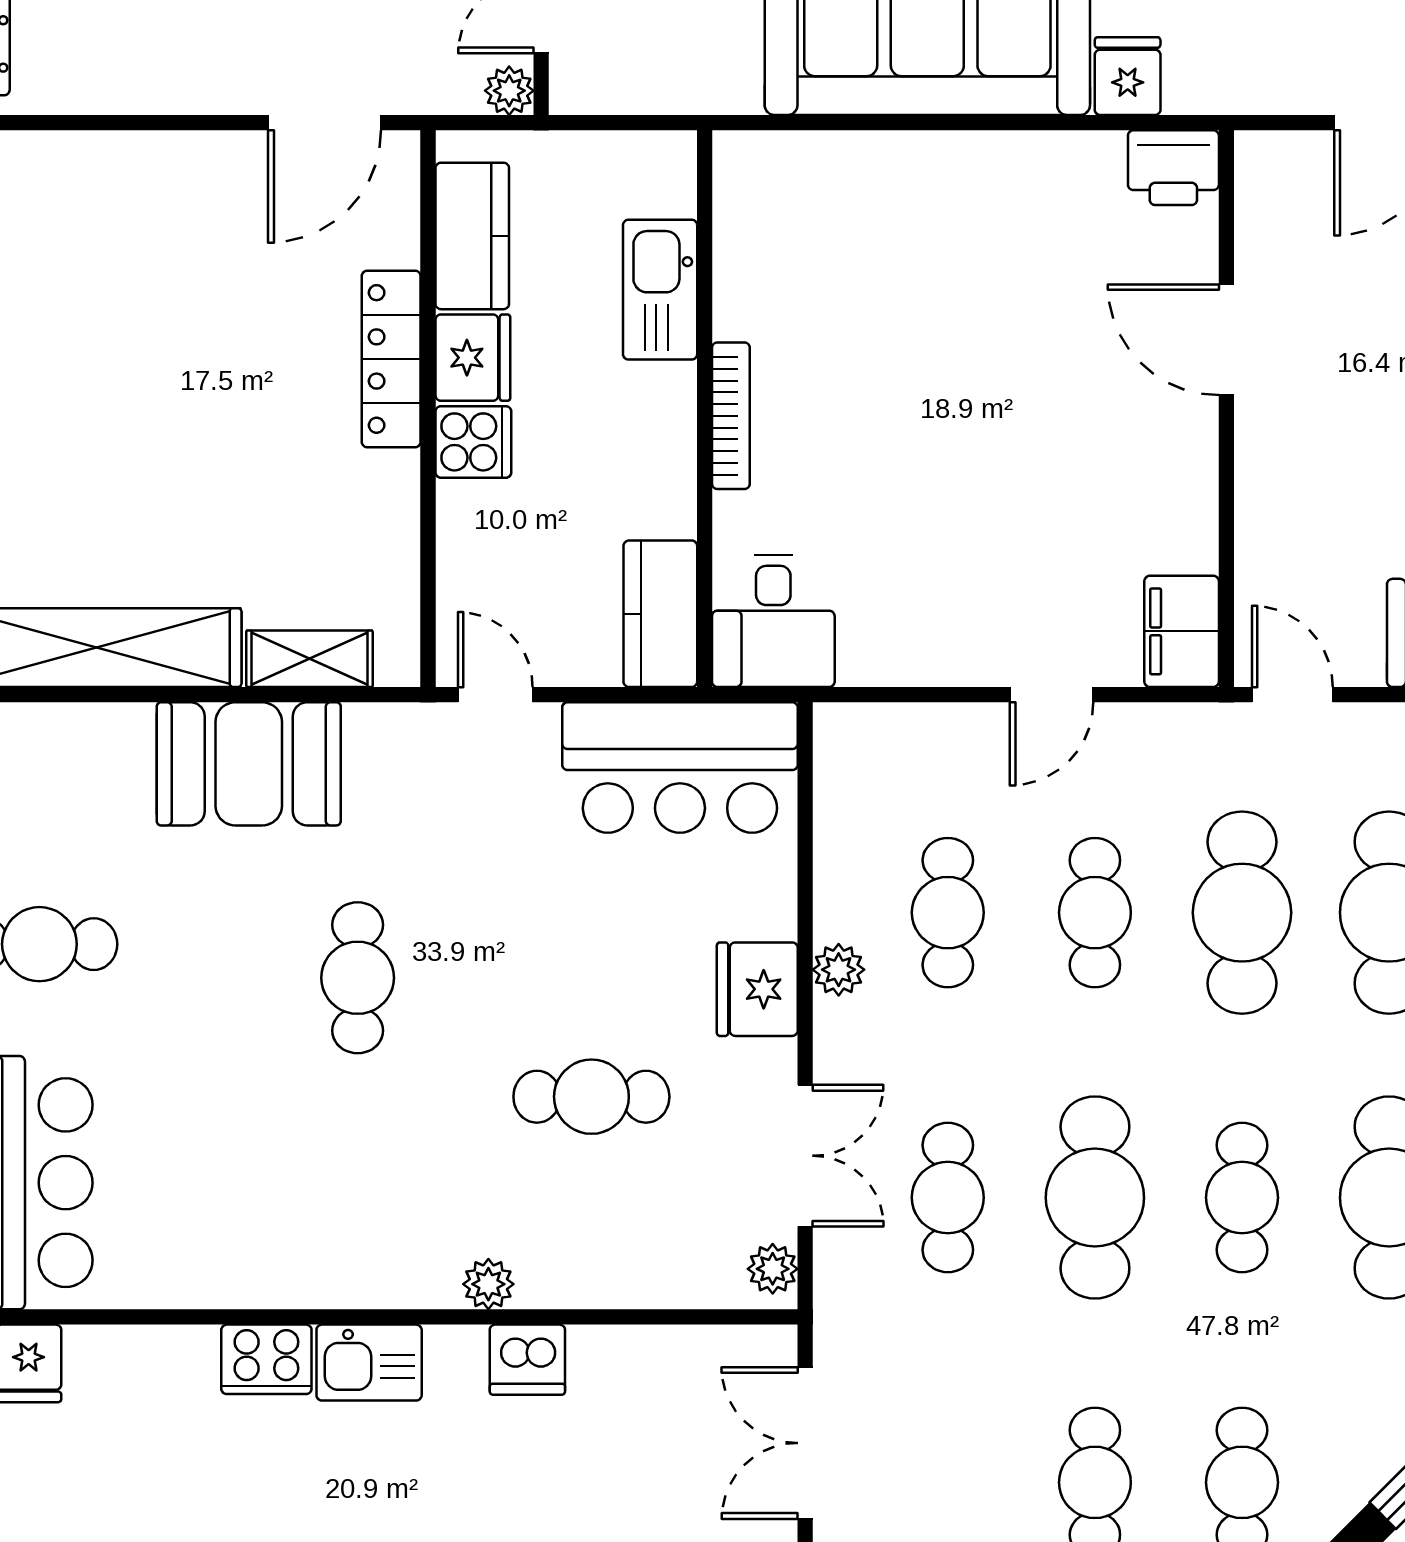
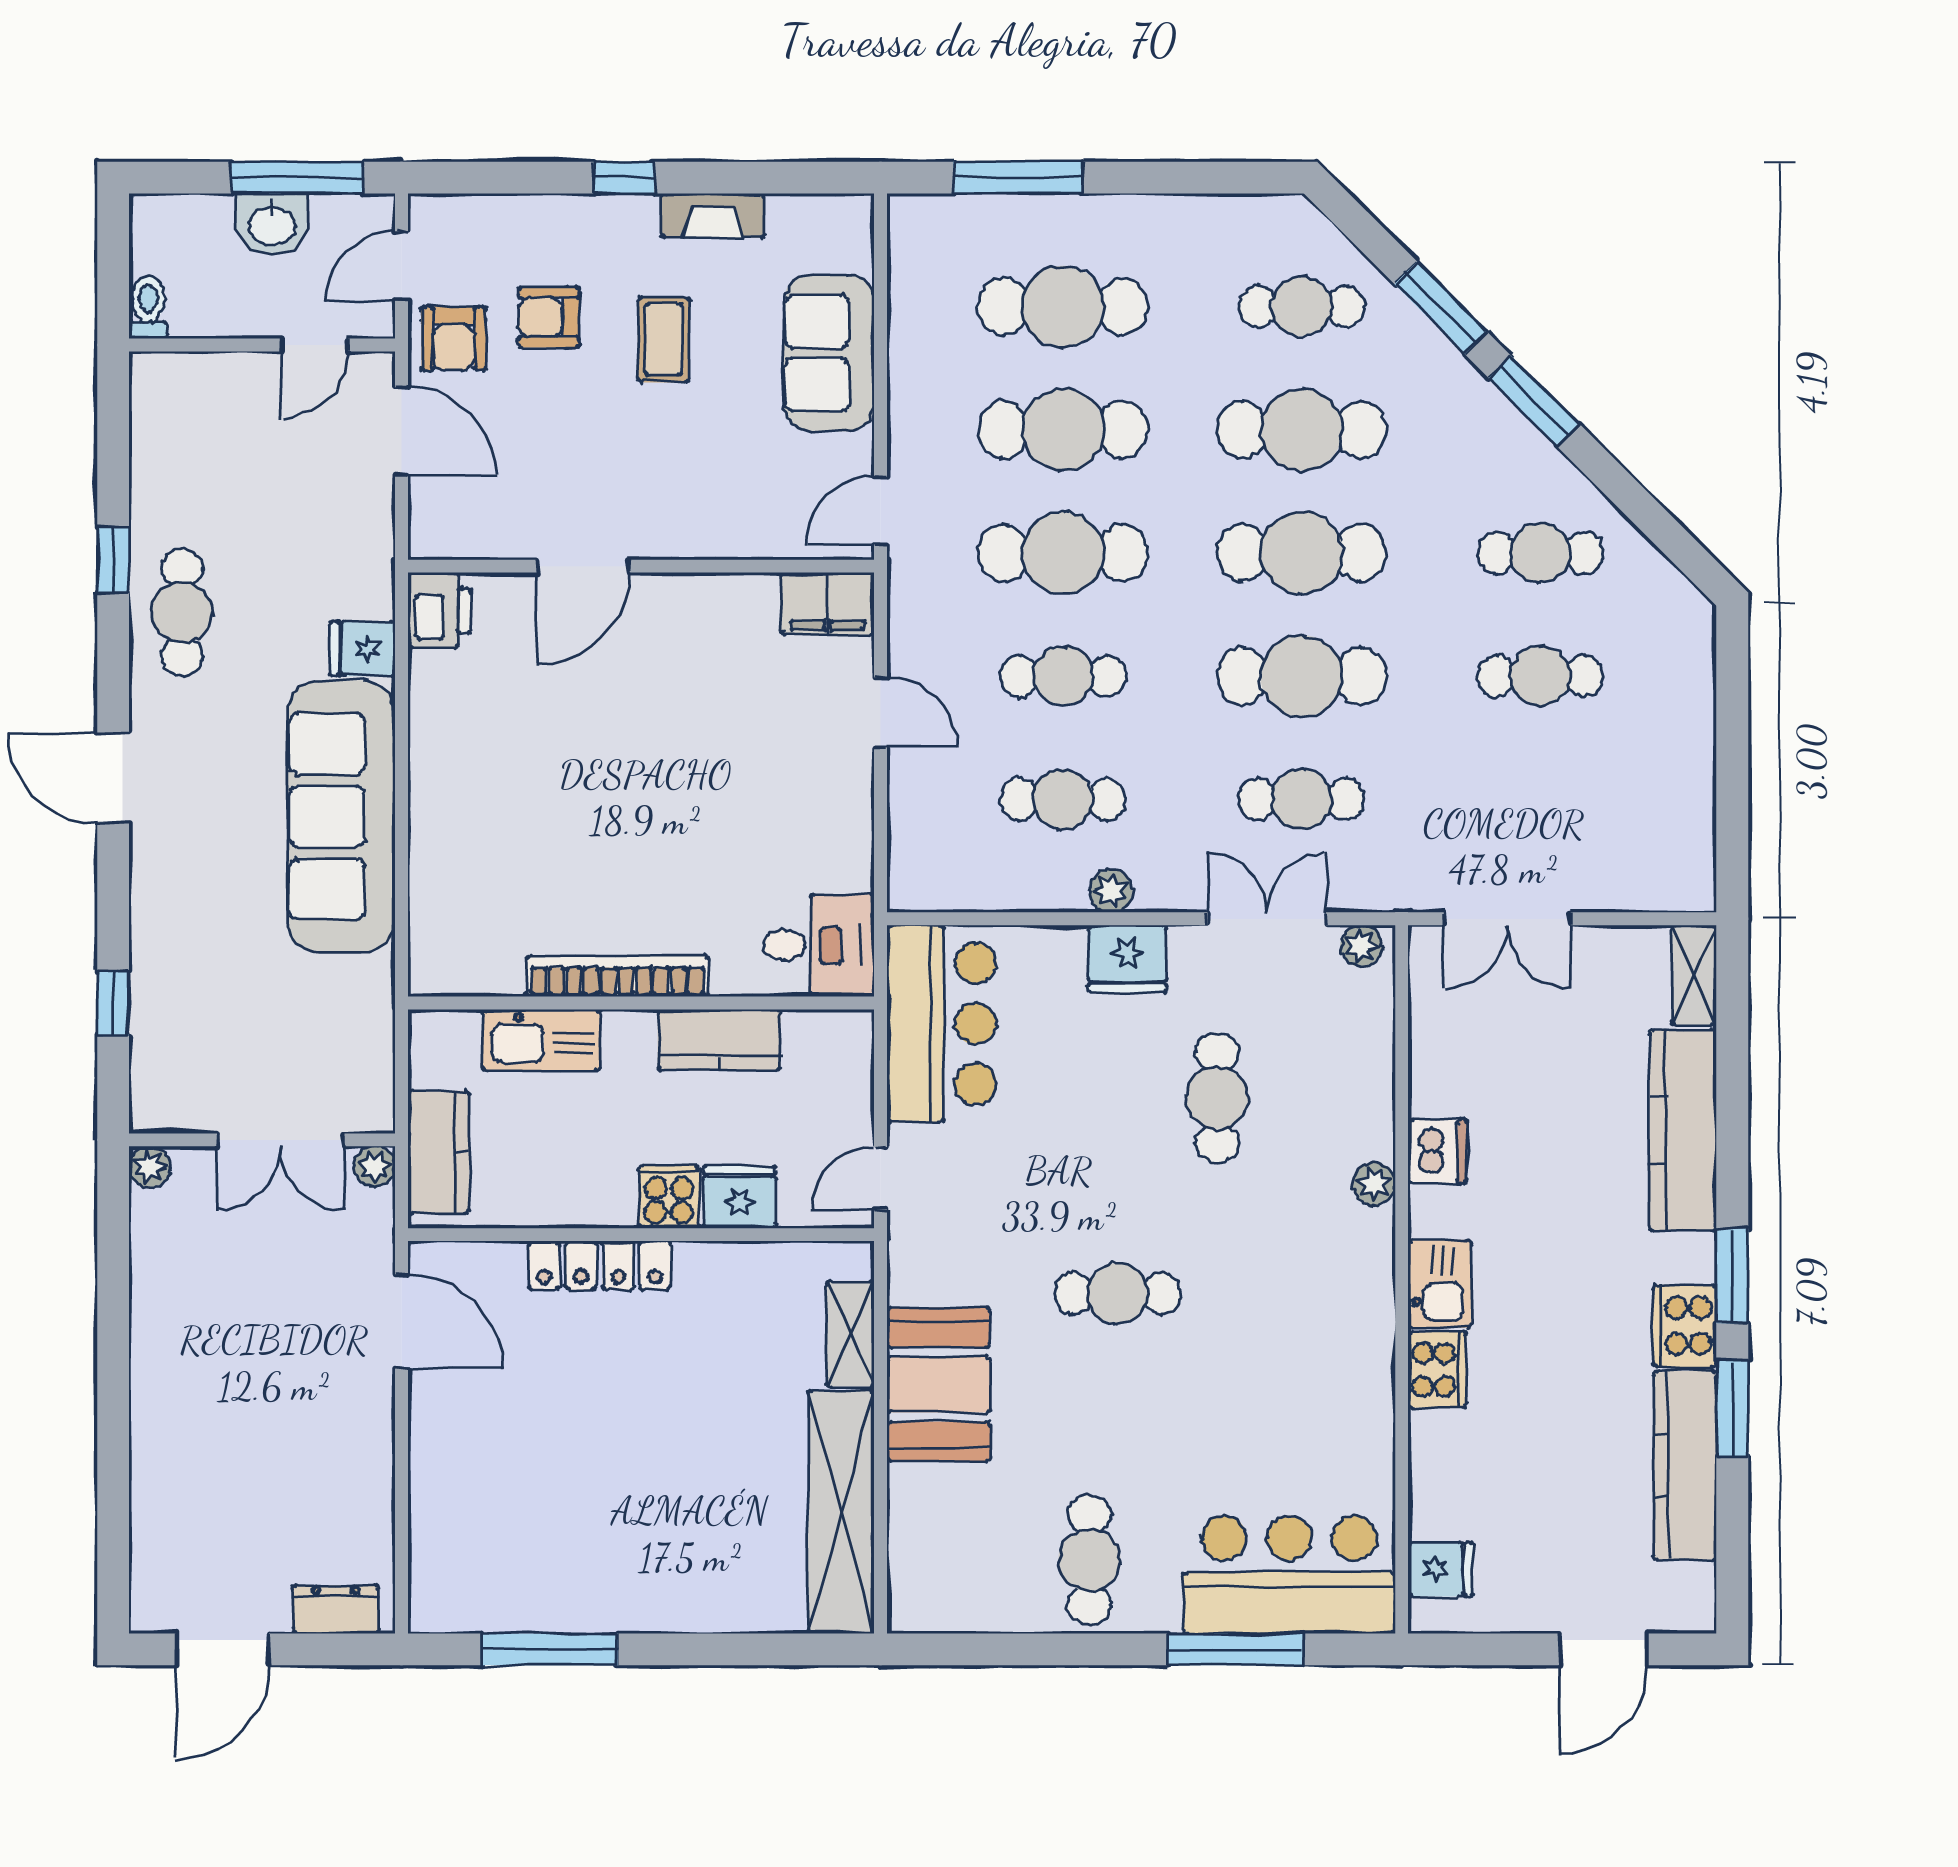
kitchen counter: (472, 236) -> (439, 1152), moved, turned 90
fridge: (473, 358) -> (739, 1197), moved
bookcase: (731, 416) -> (618, 976), width x1.48, depth x1.31
kitchen counter: (660, 614) -> (719, 1040), moved
cafe table: (1242, 1198) -> (1302, 553), width x1.37, depth x1.35

